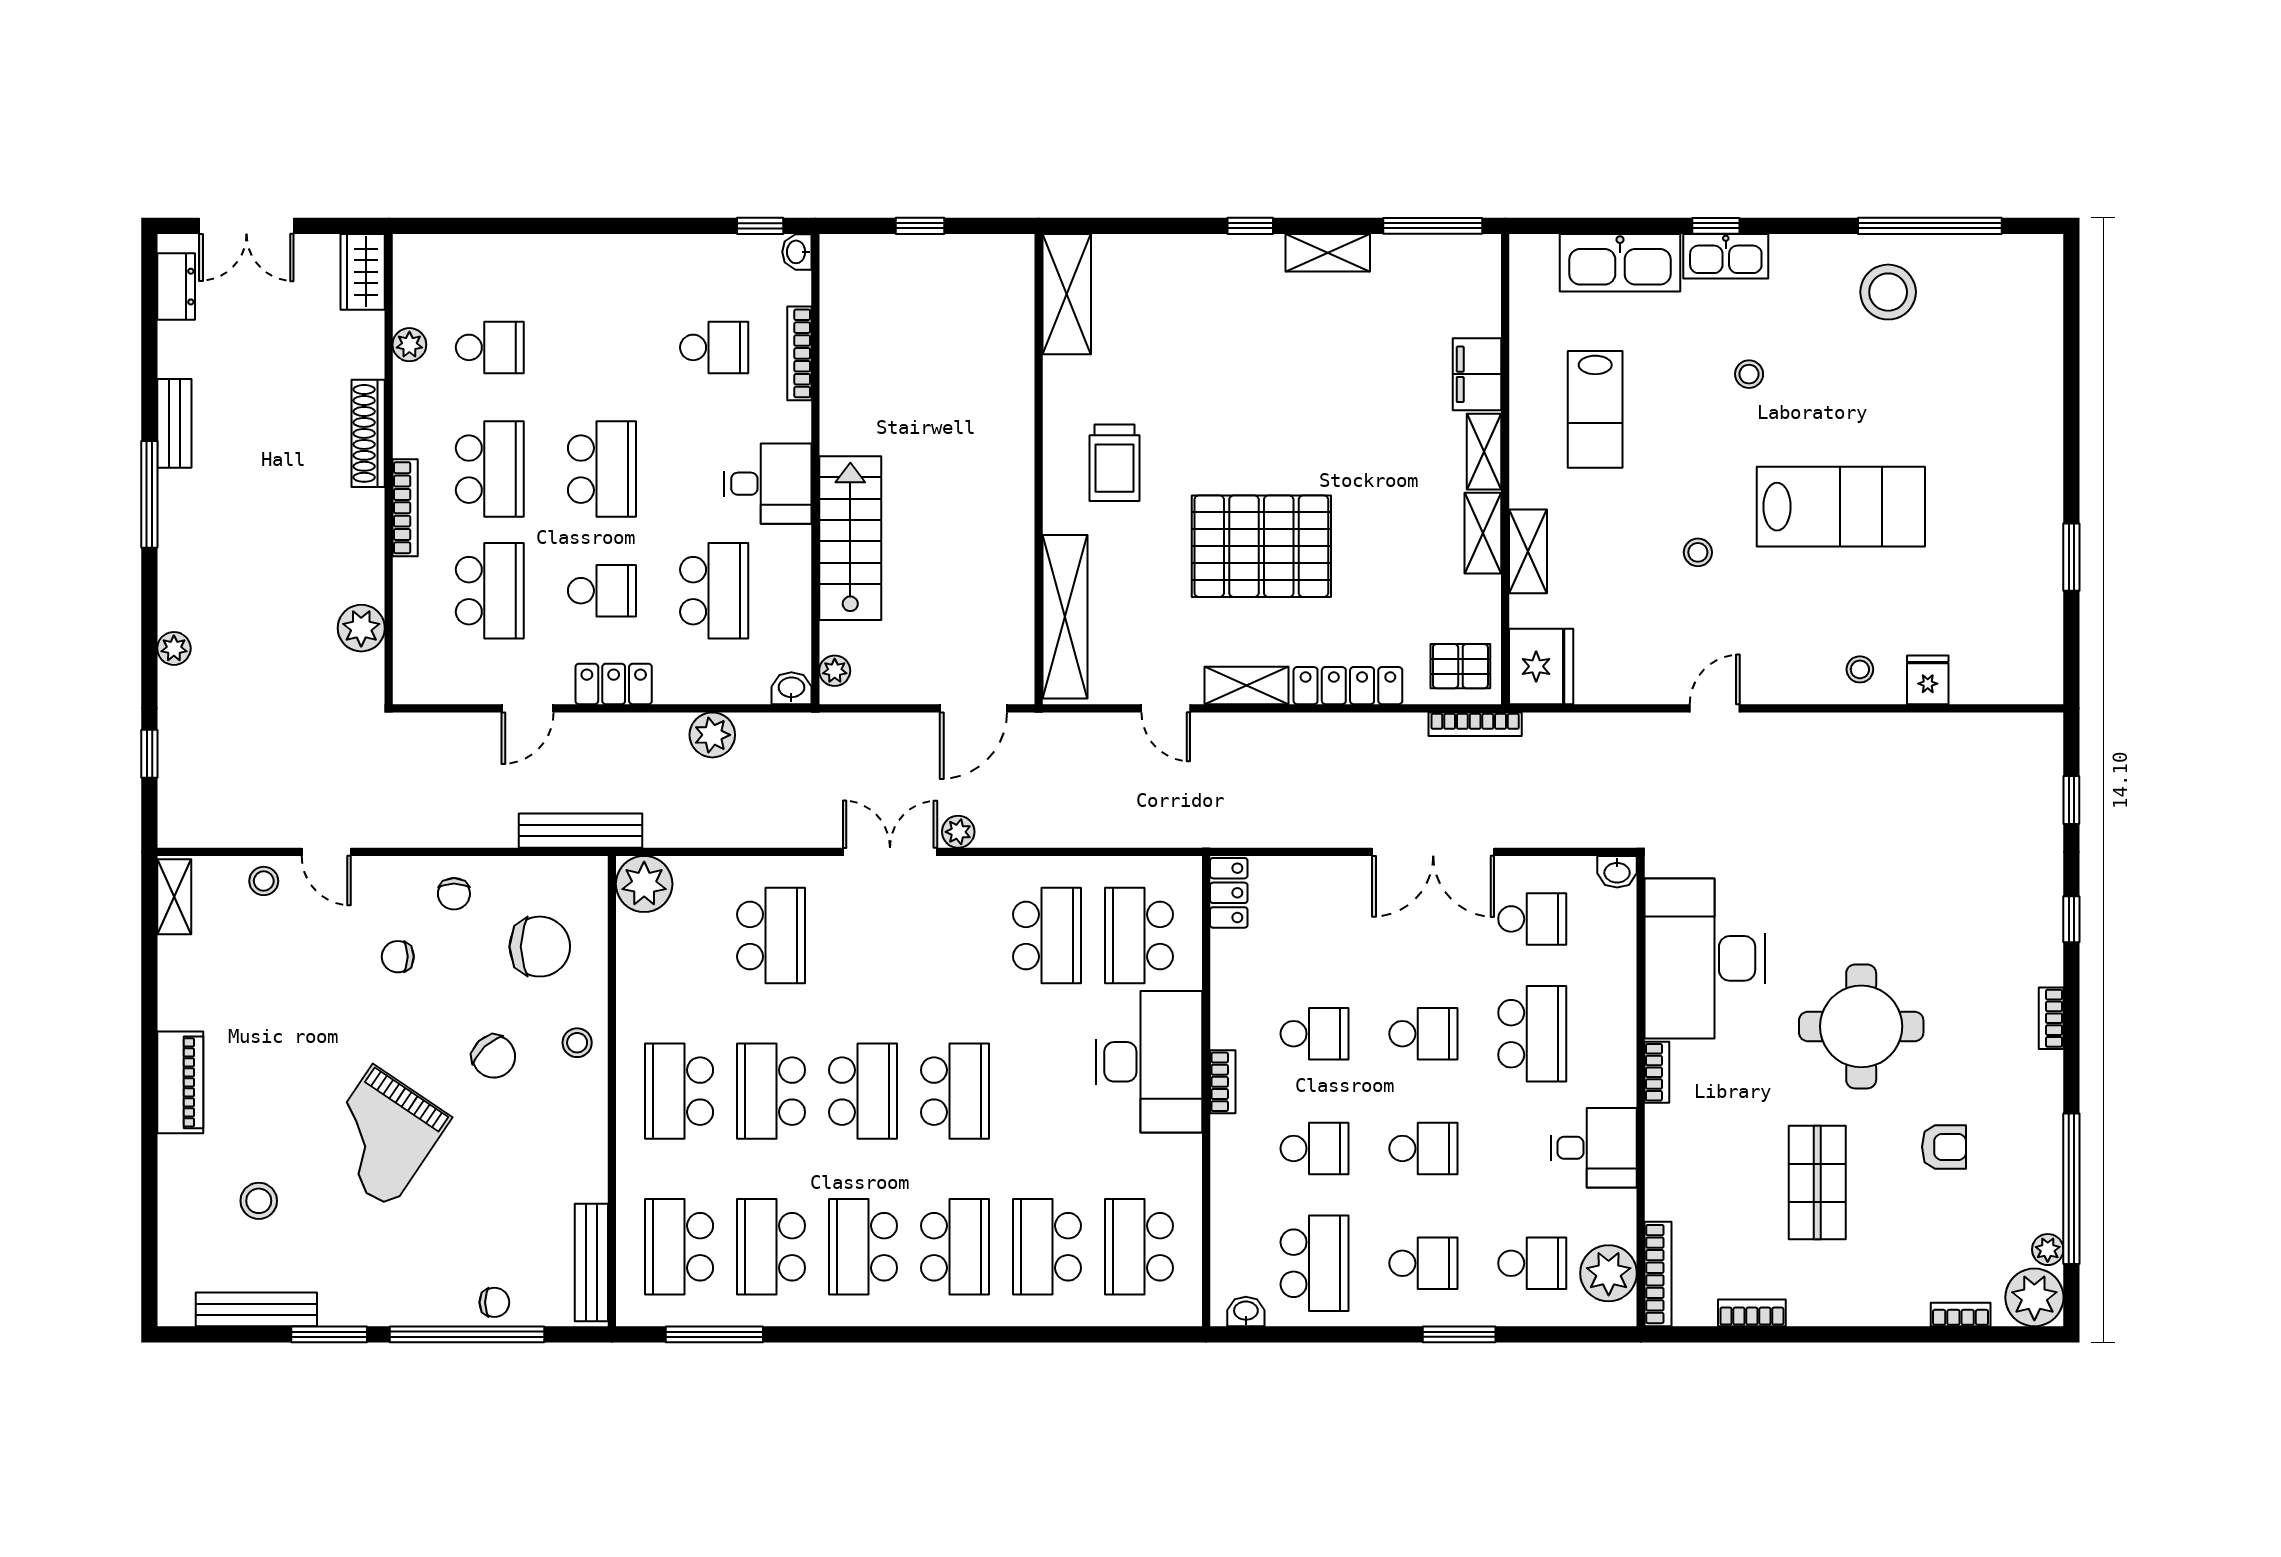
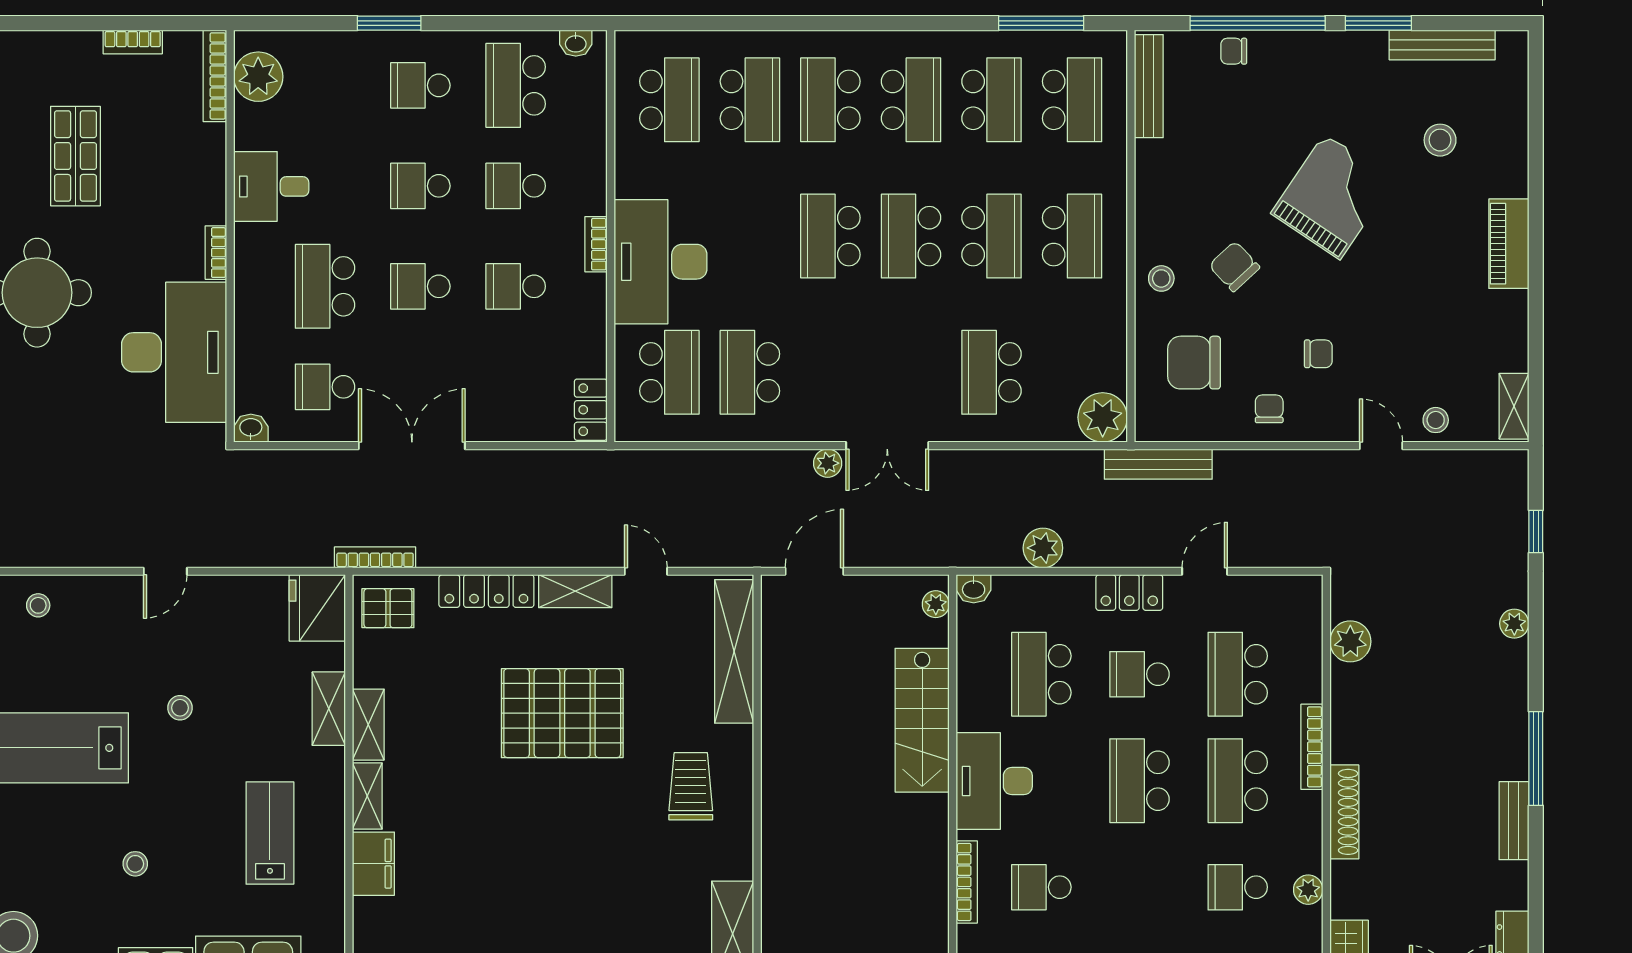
desk: (768, 484) -> (994, 781), width x1.37
school desk: (1532, 1263) -> (325, 85), removed

